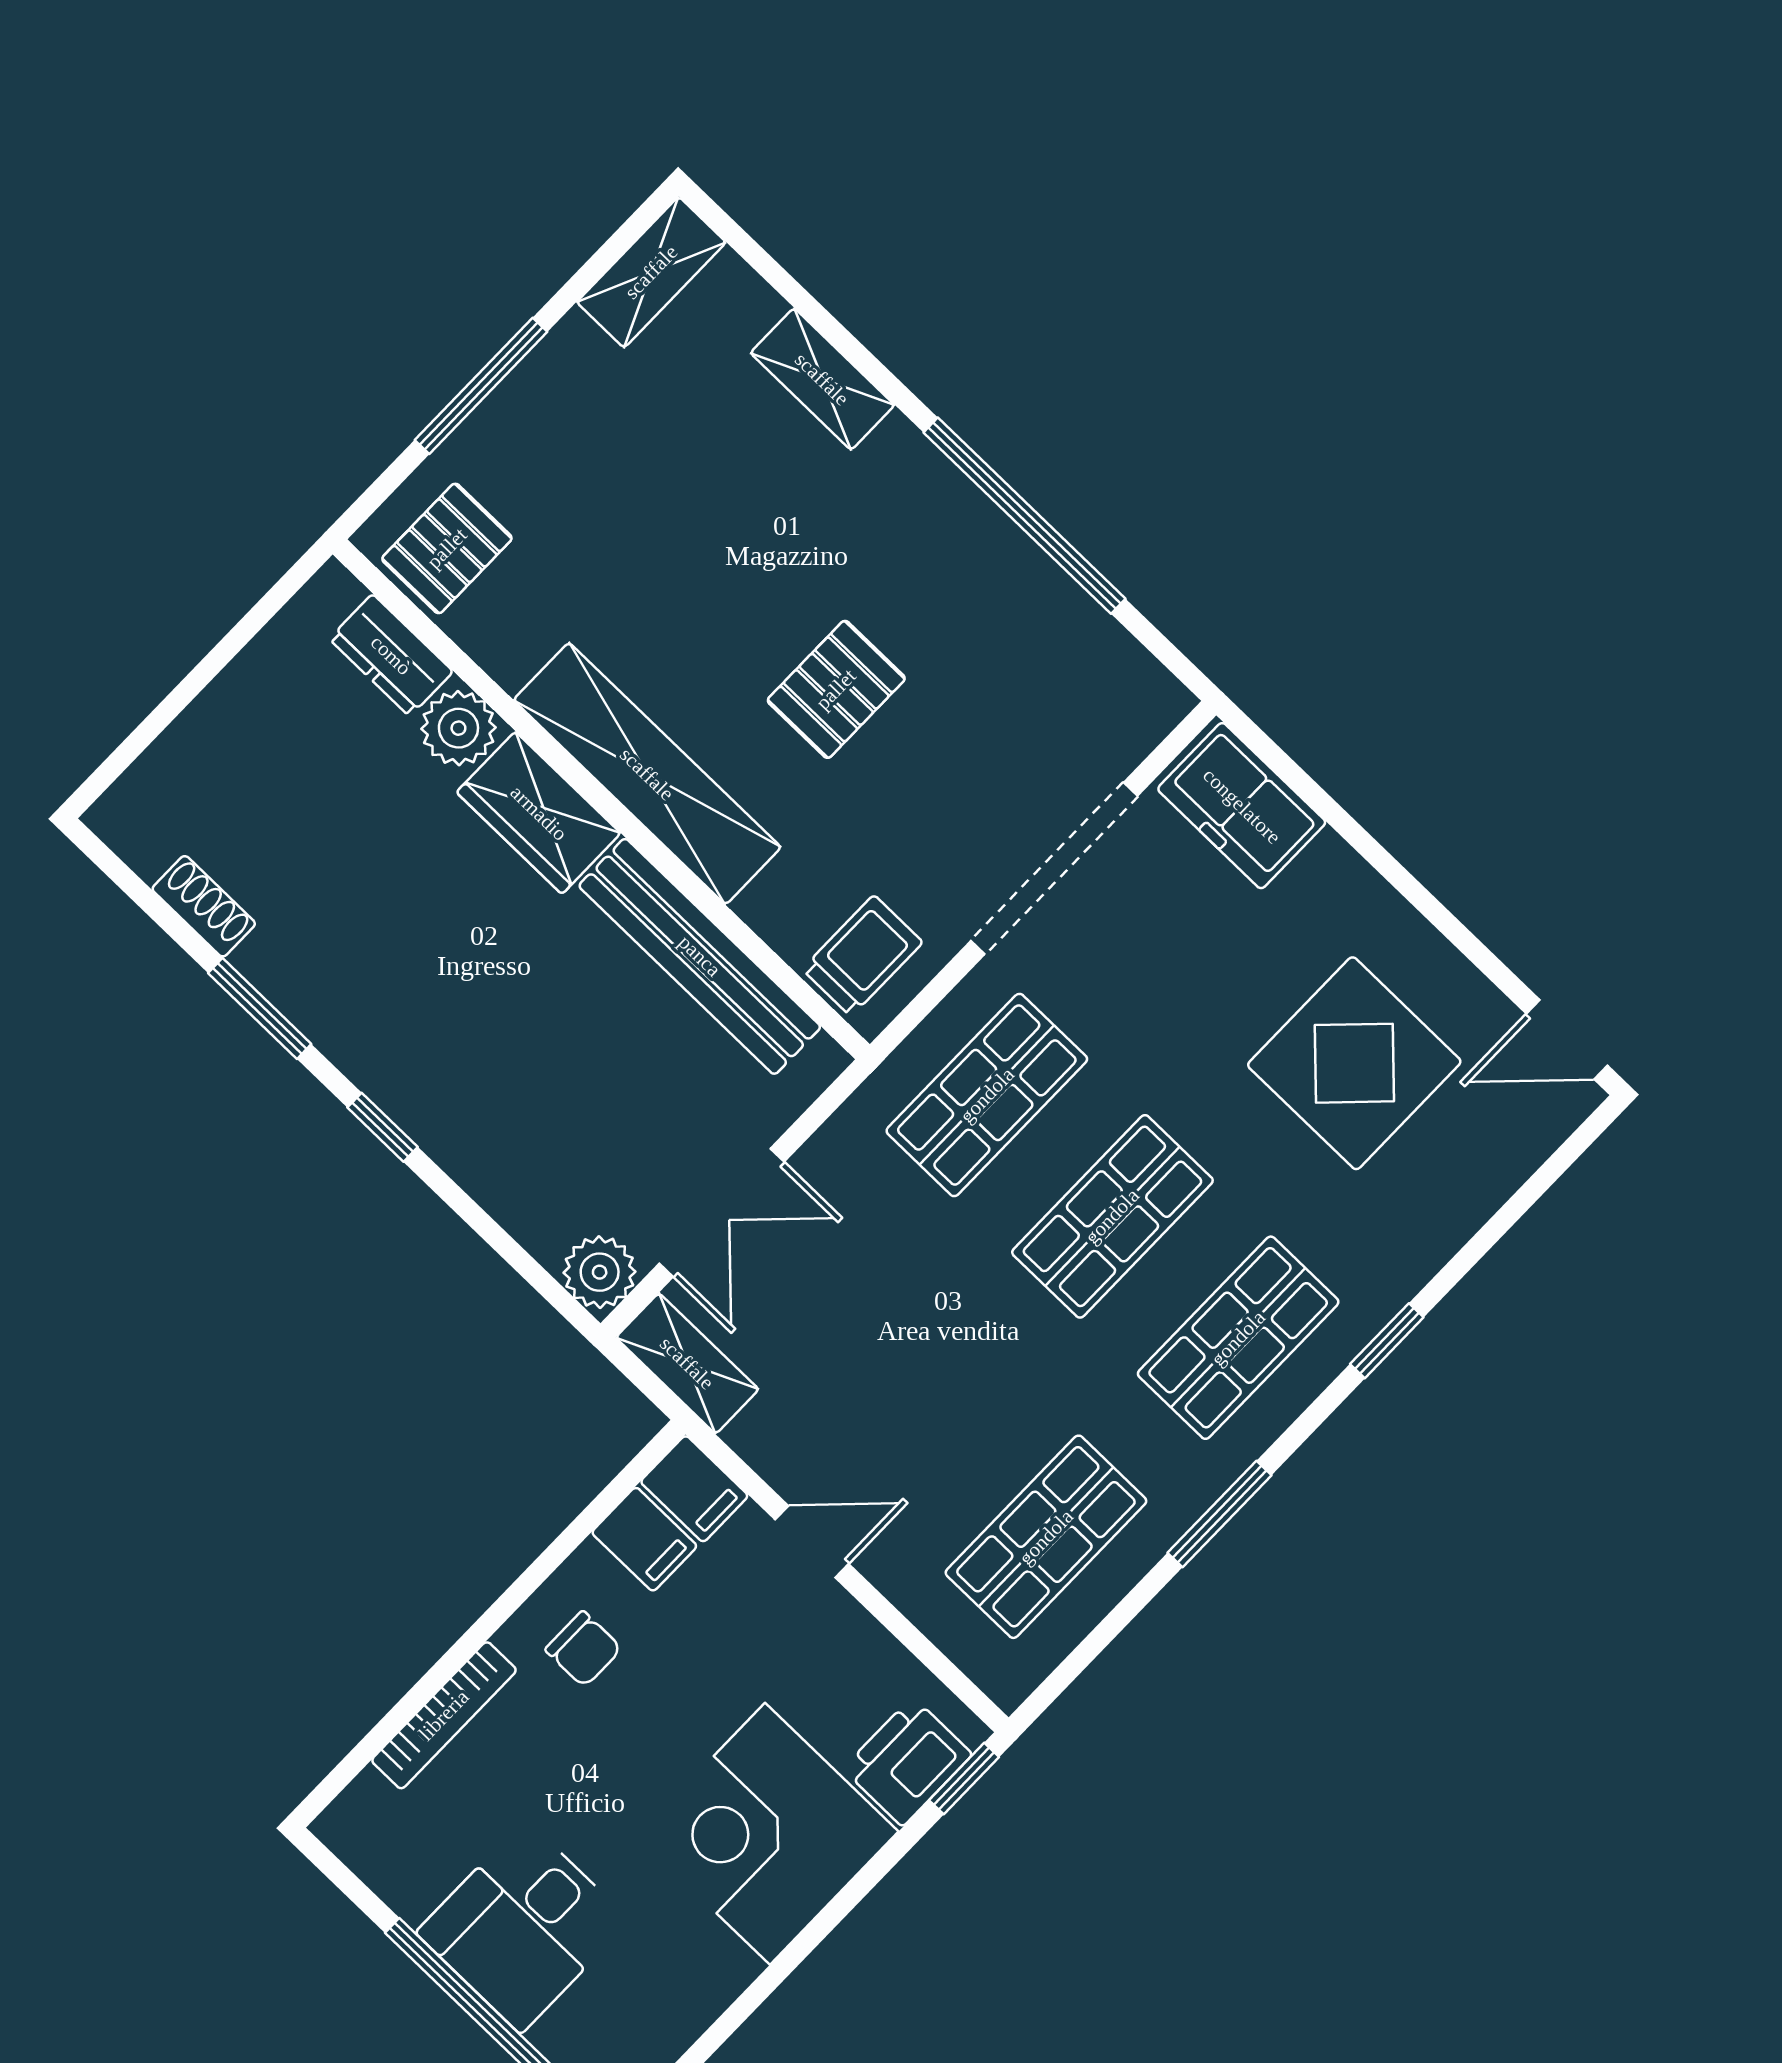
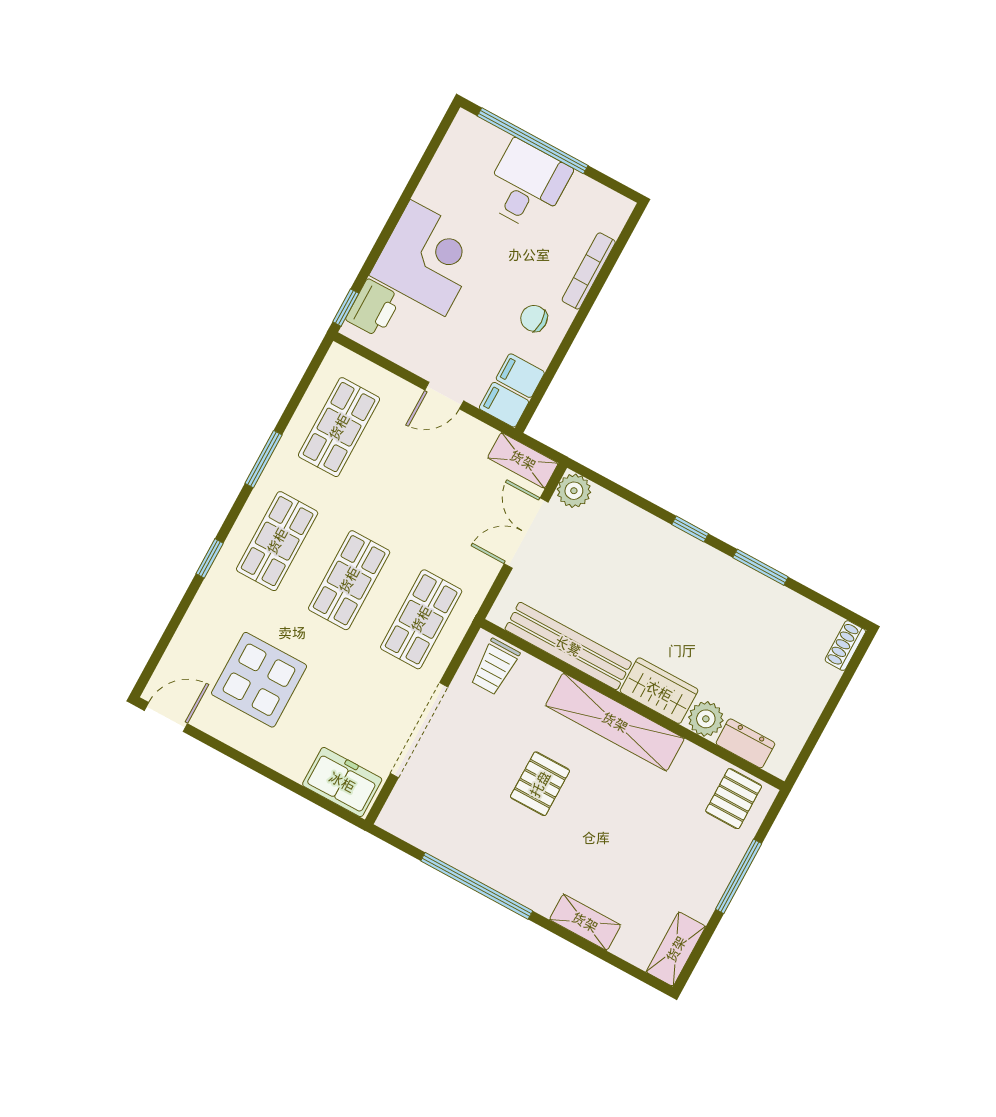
shoe rack: (204, 906) -> (845, 646), moved, turned 90

